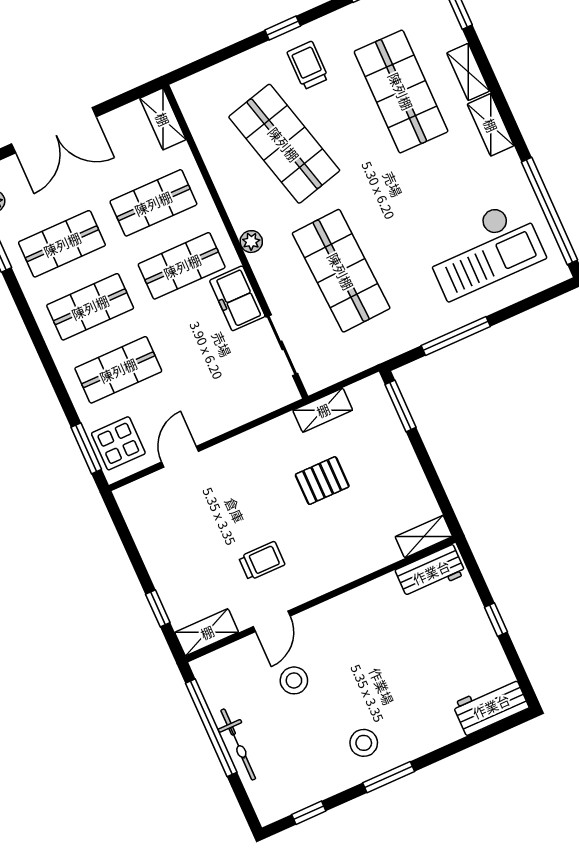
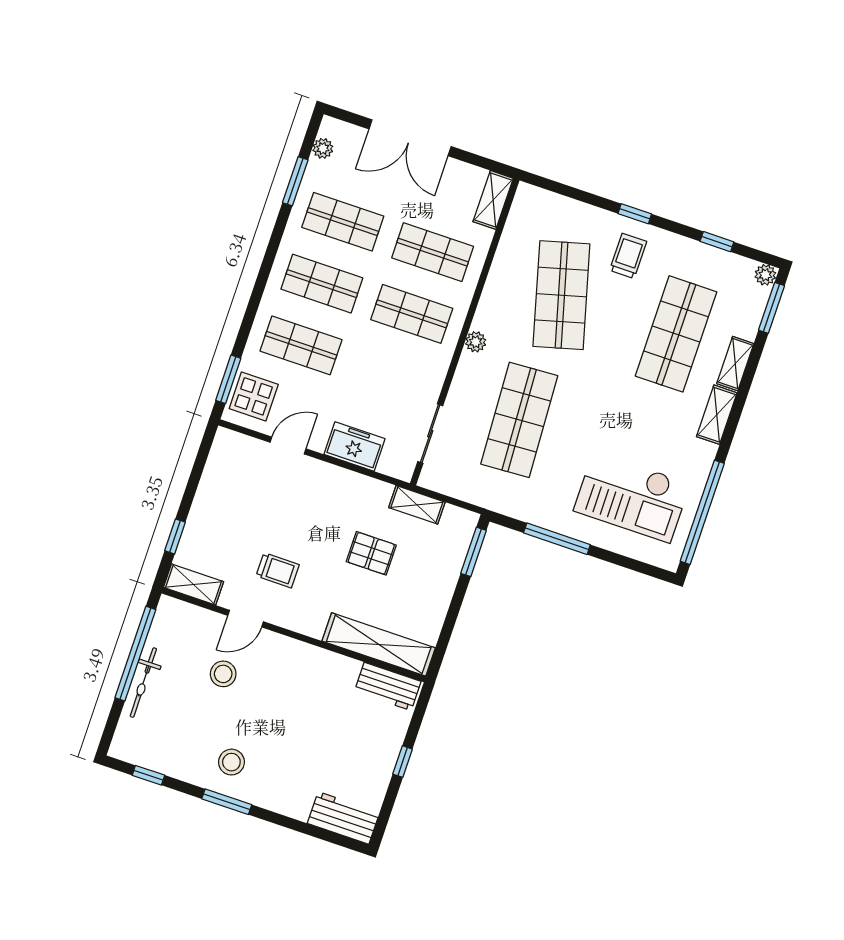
freezer: (237, 298) -> (355, 446), moved, turned 90
shelving: (424, 537) -> (379, 644), width x2.20, depth x1.33

